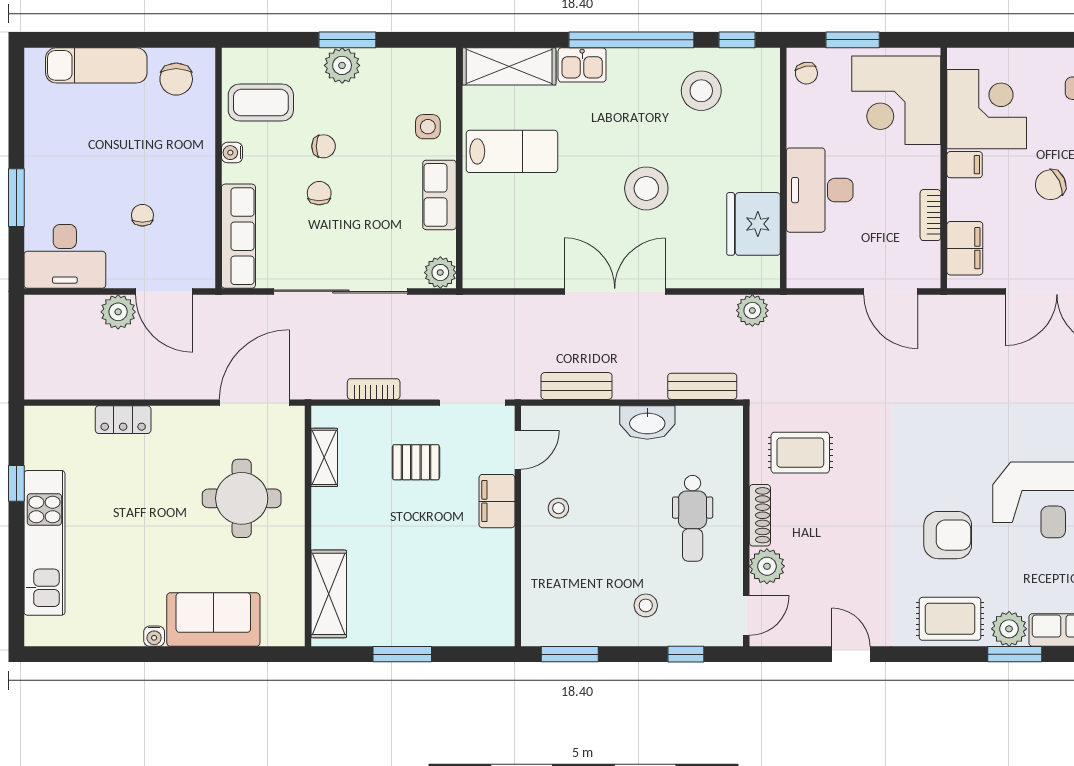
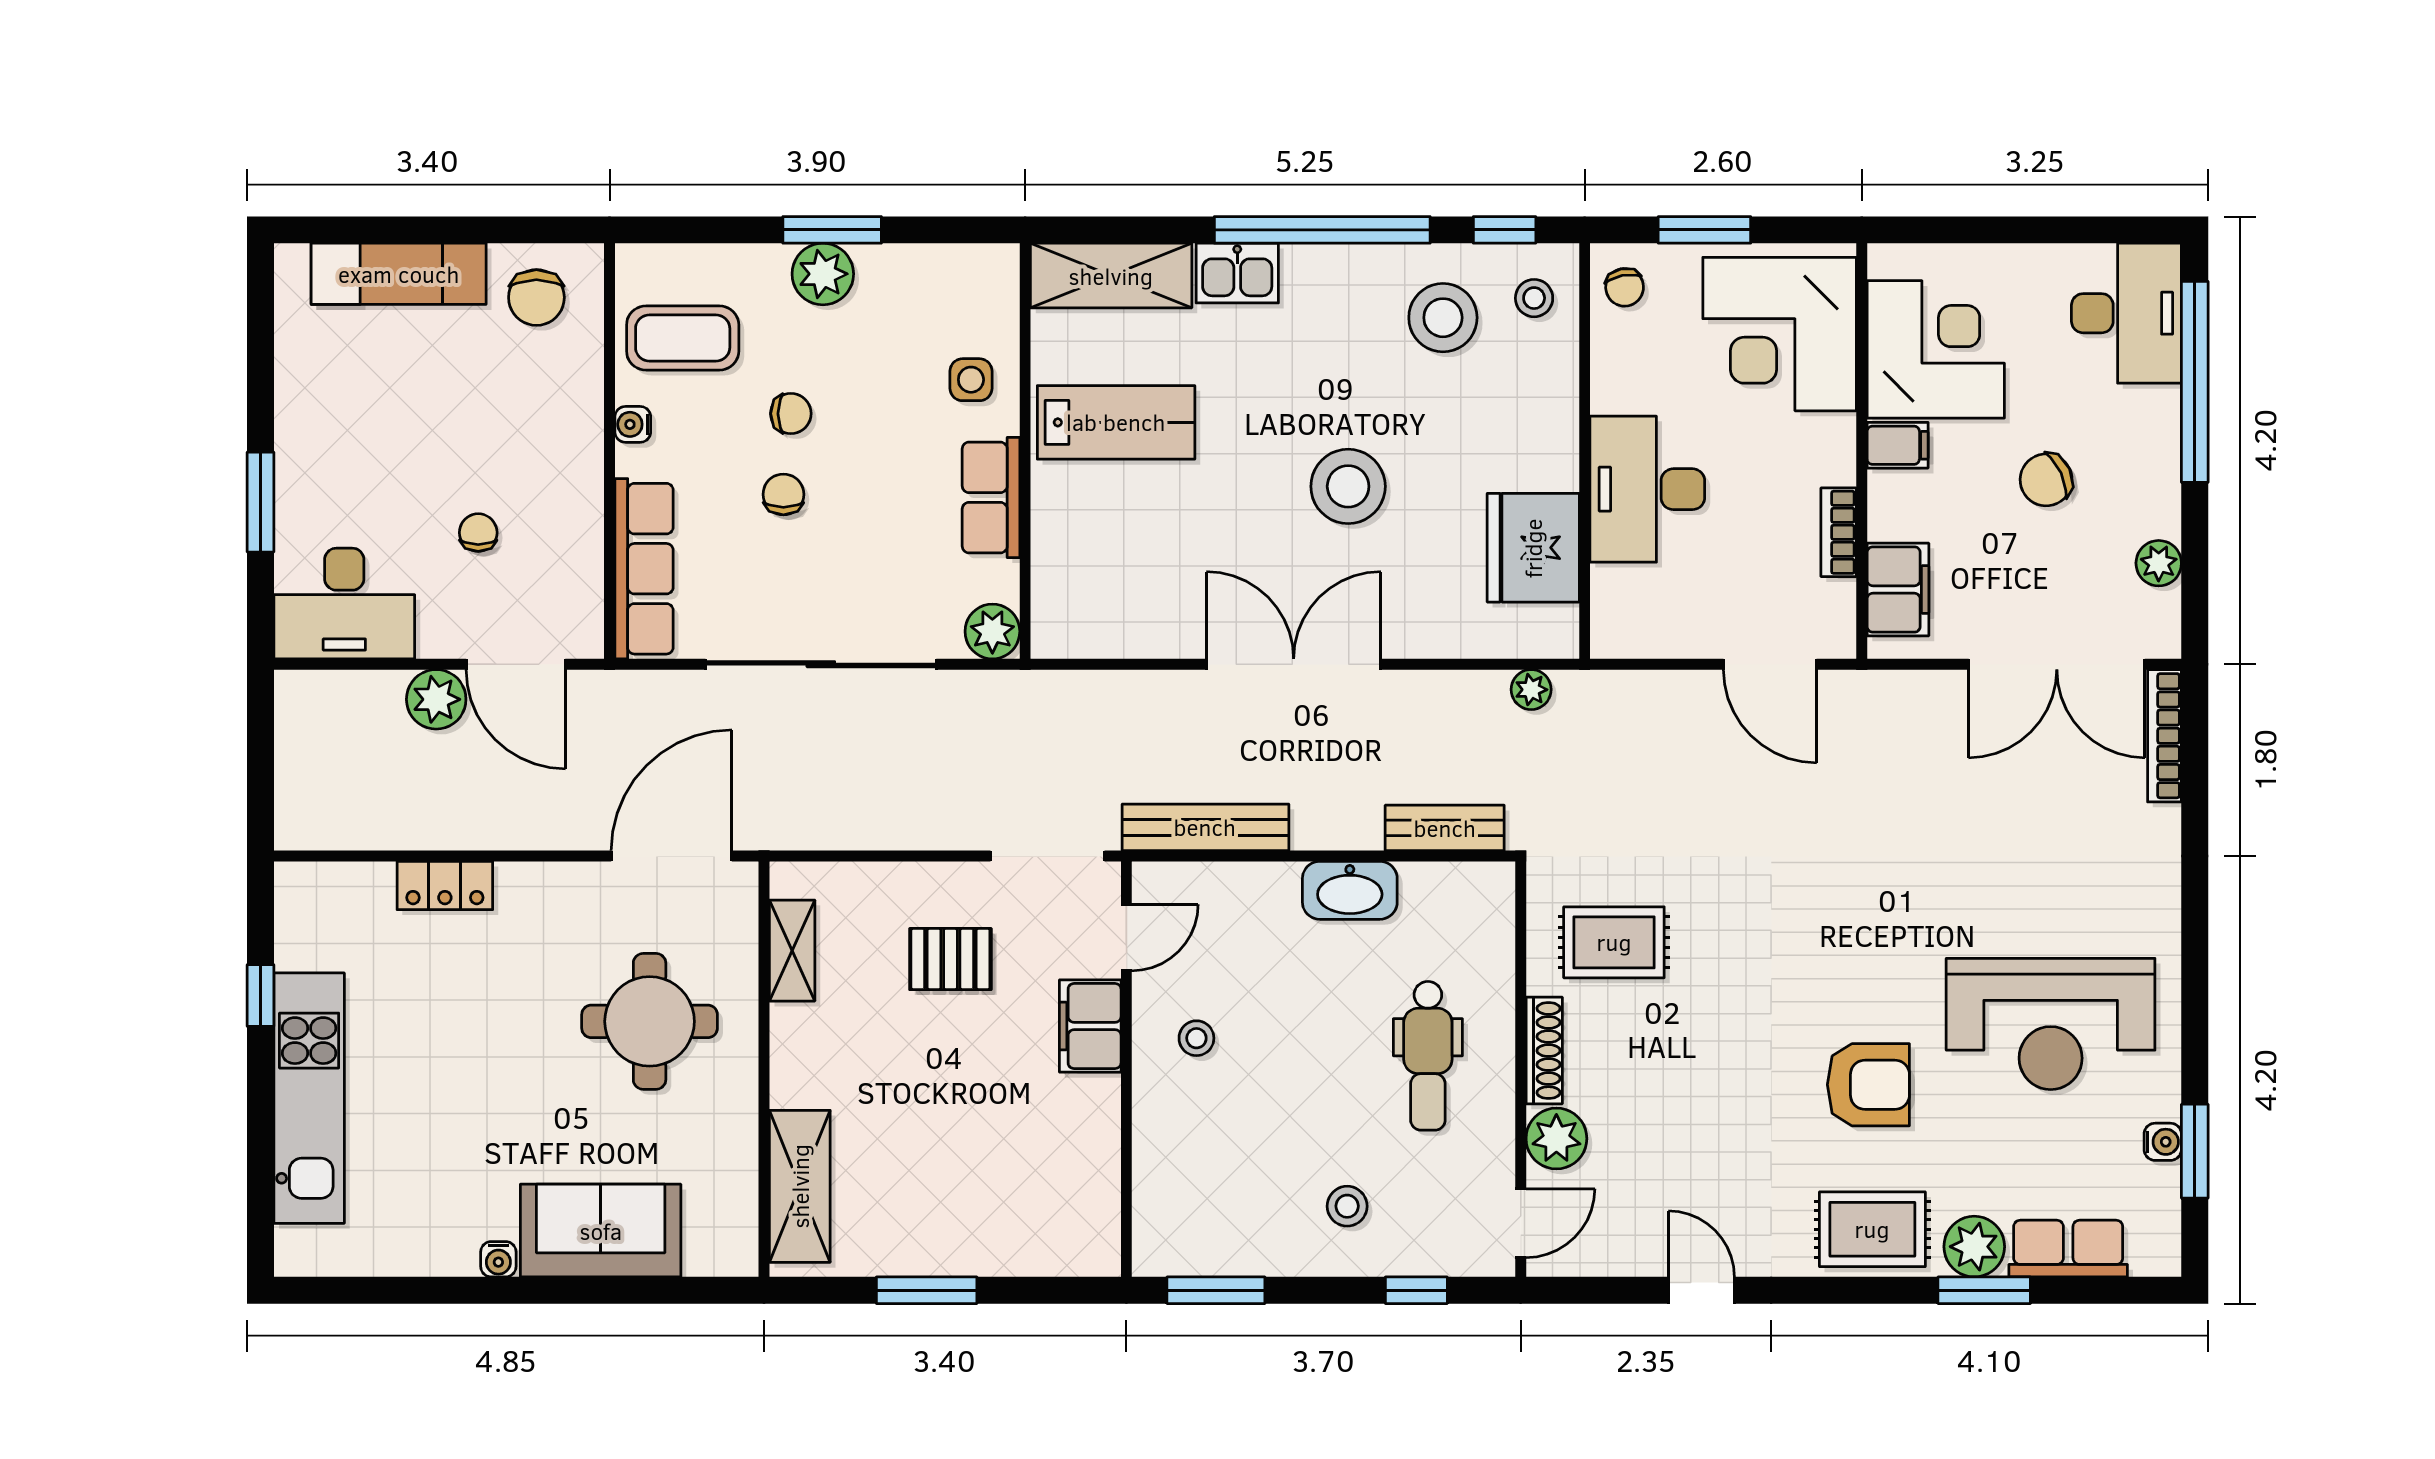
stool: (754, 79) -> (1534, 298), added
plant: (752, 310) -> (1531, 690), width x0.73, depth x0.73
bench: (577, 386) -> (1205, 827), width x1.36
bookcase: (374, 389) -> (877, 833), removed

